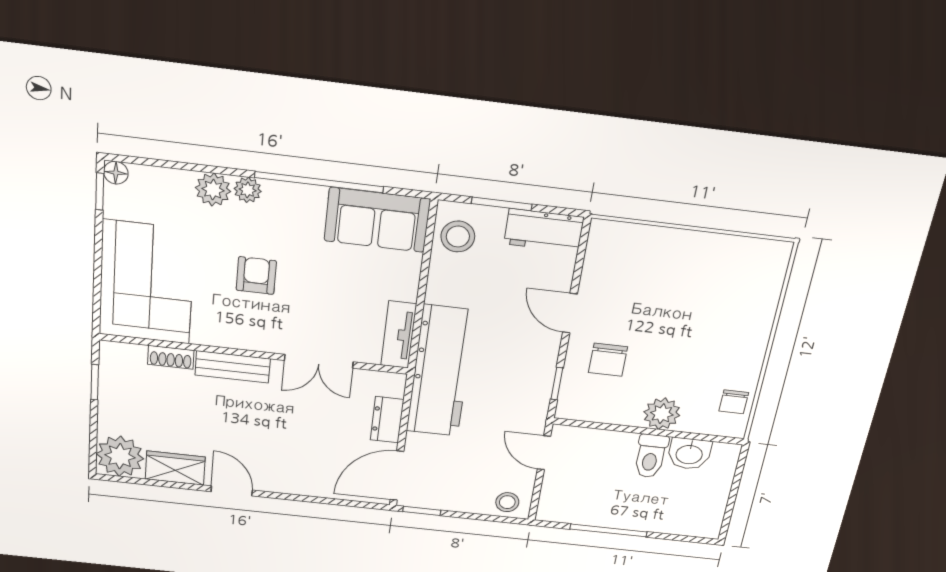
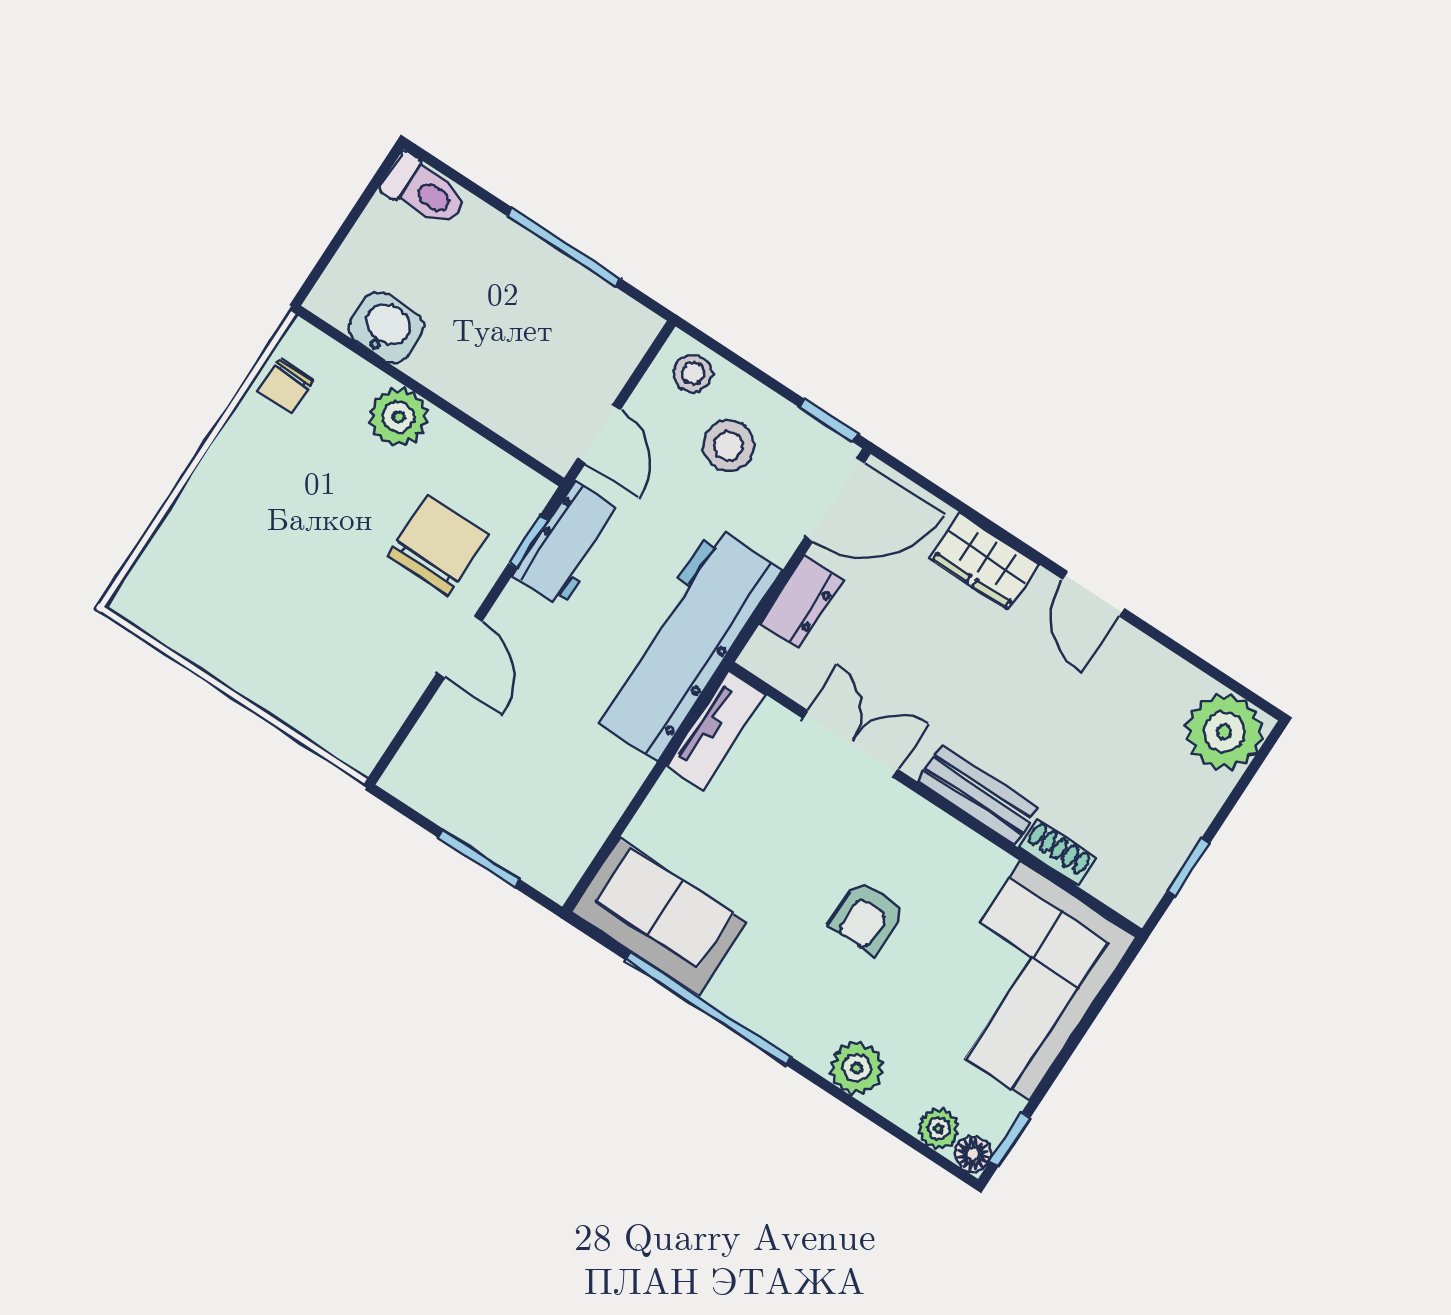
plant: (248, 190) -> (939, 1129), moved
workbench: (544, 231) -> (568, 544), moved, turned 90
stool: (458, 237) -> (729, 446), moved
chair: (608, 360) -> (438, 546), width x1.37, depth x1.37
chair: (734, 402) -> (286, 386), turned 180
toilet: (651, 456) -> (424, 191), moved, turned 90
wardrobe: (175, 468) -> (984, 561), moved

